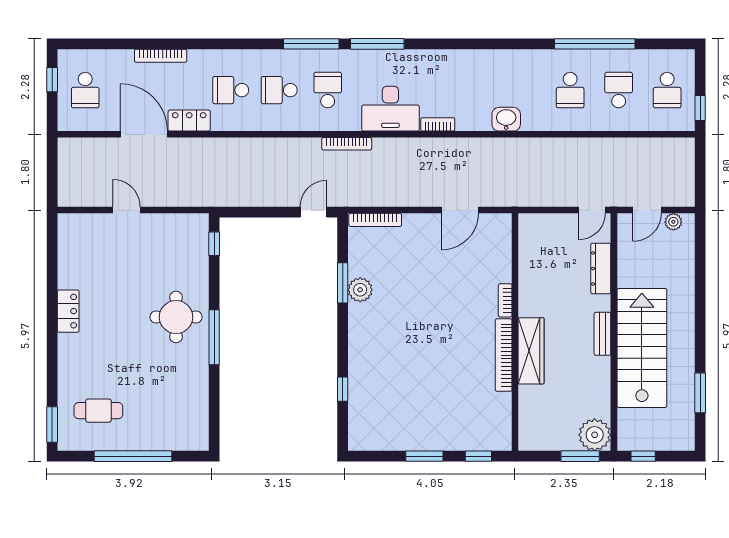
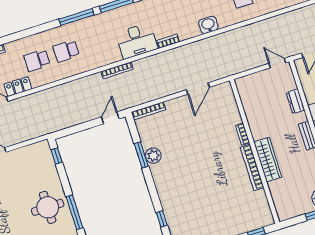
school desk: (328, 90) -> (95, 42), removed
door: (592, 210) -> (277, 63), swing flipped
dresser: (601, 269) -> (295, 101), width x0.70

